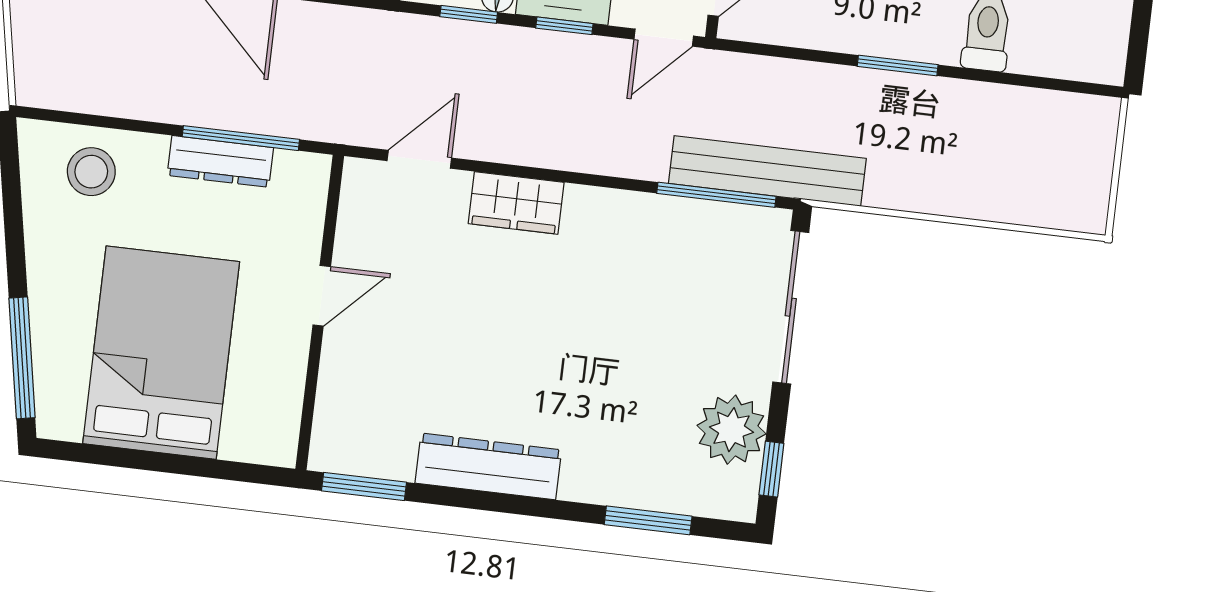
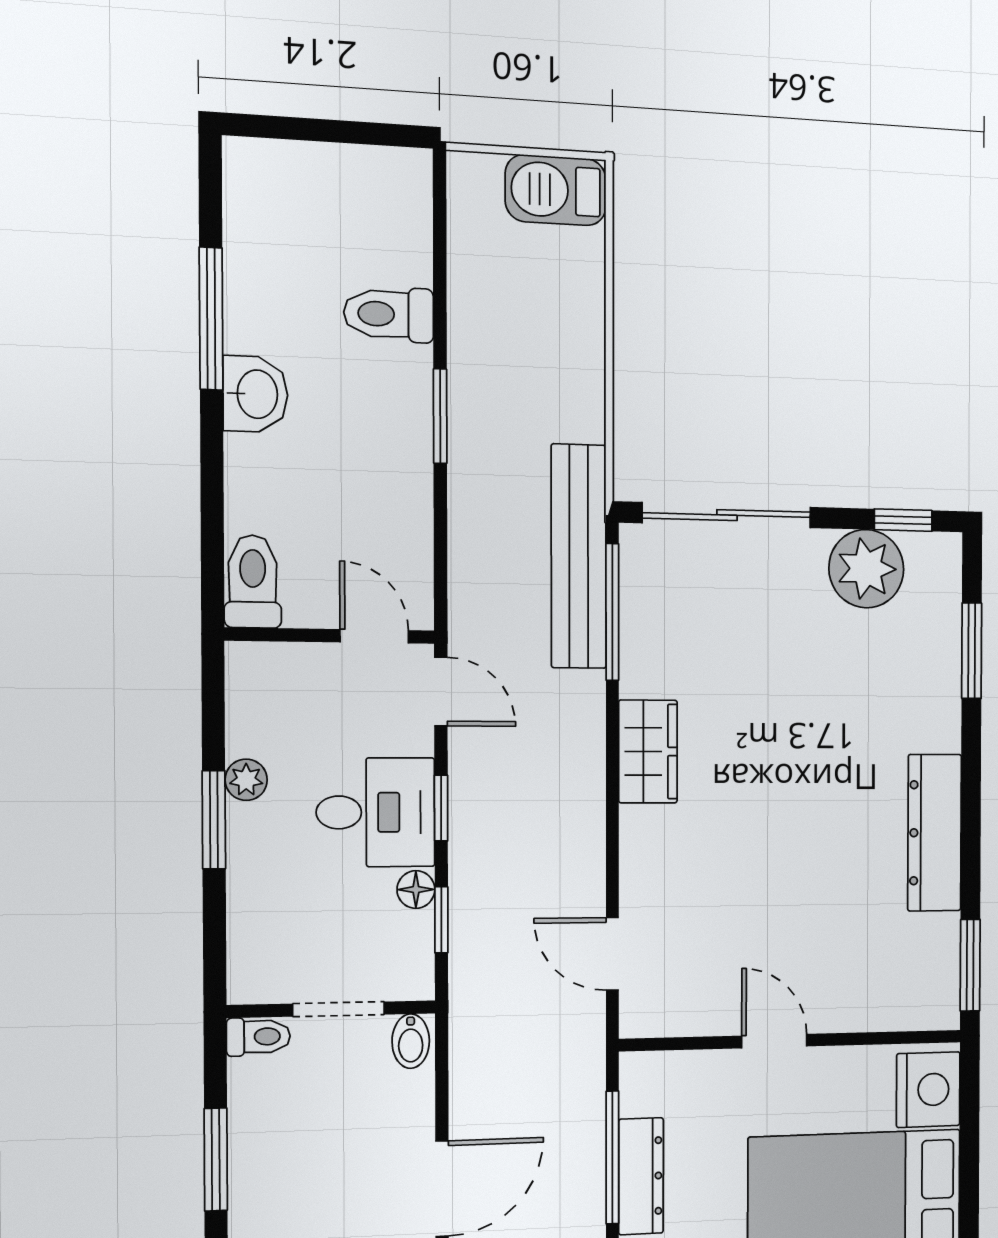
barbecue: (1082, 189) -> (556, 190), added
wardrobe: (516, 203) -> (648, 751), moved
nightstand: (257, 434) -> (928, 1090), added

